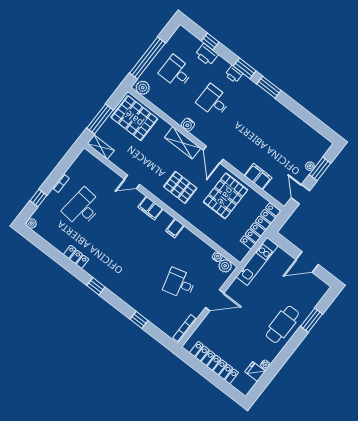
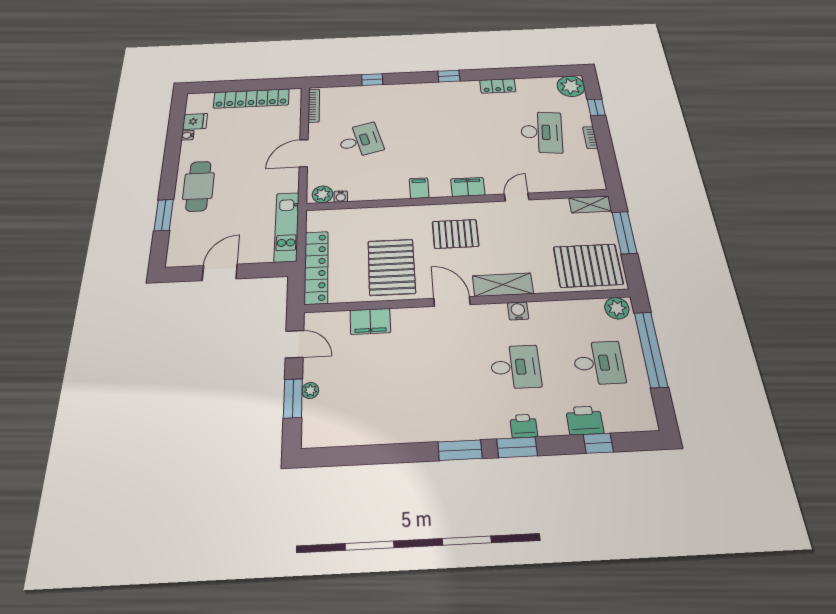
plant: (31, 223) -> (571, 86), width x1.87, depth x1.87

